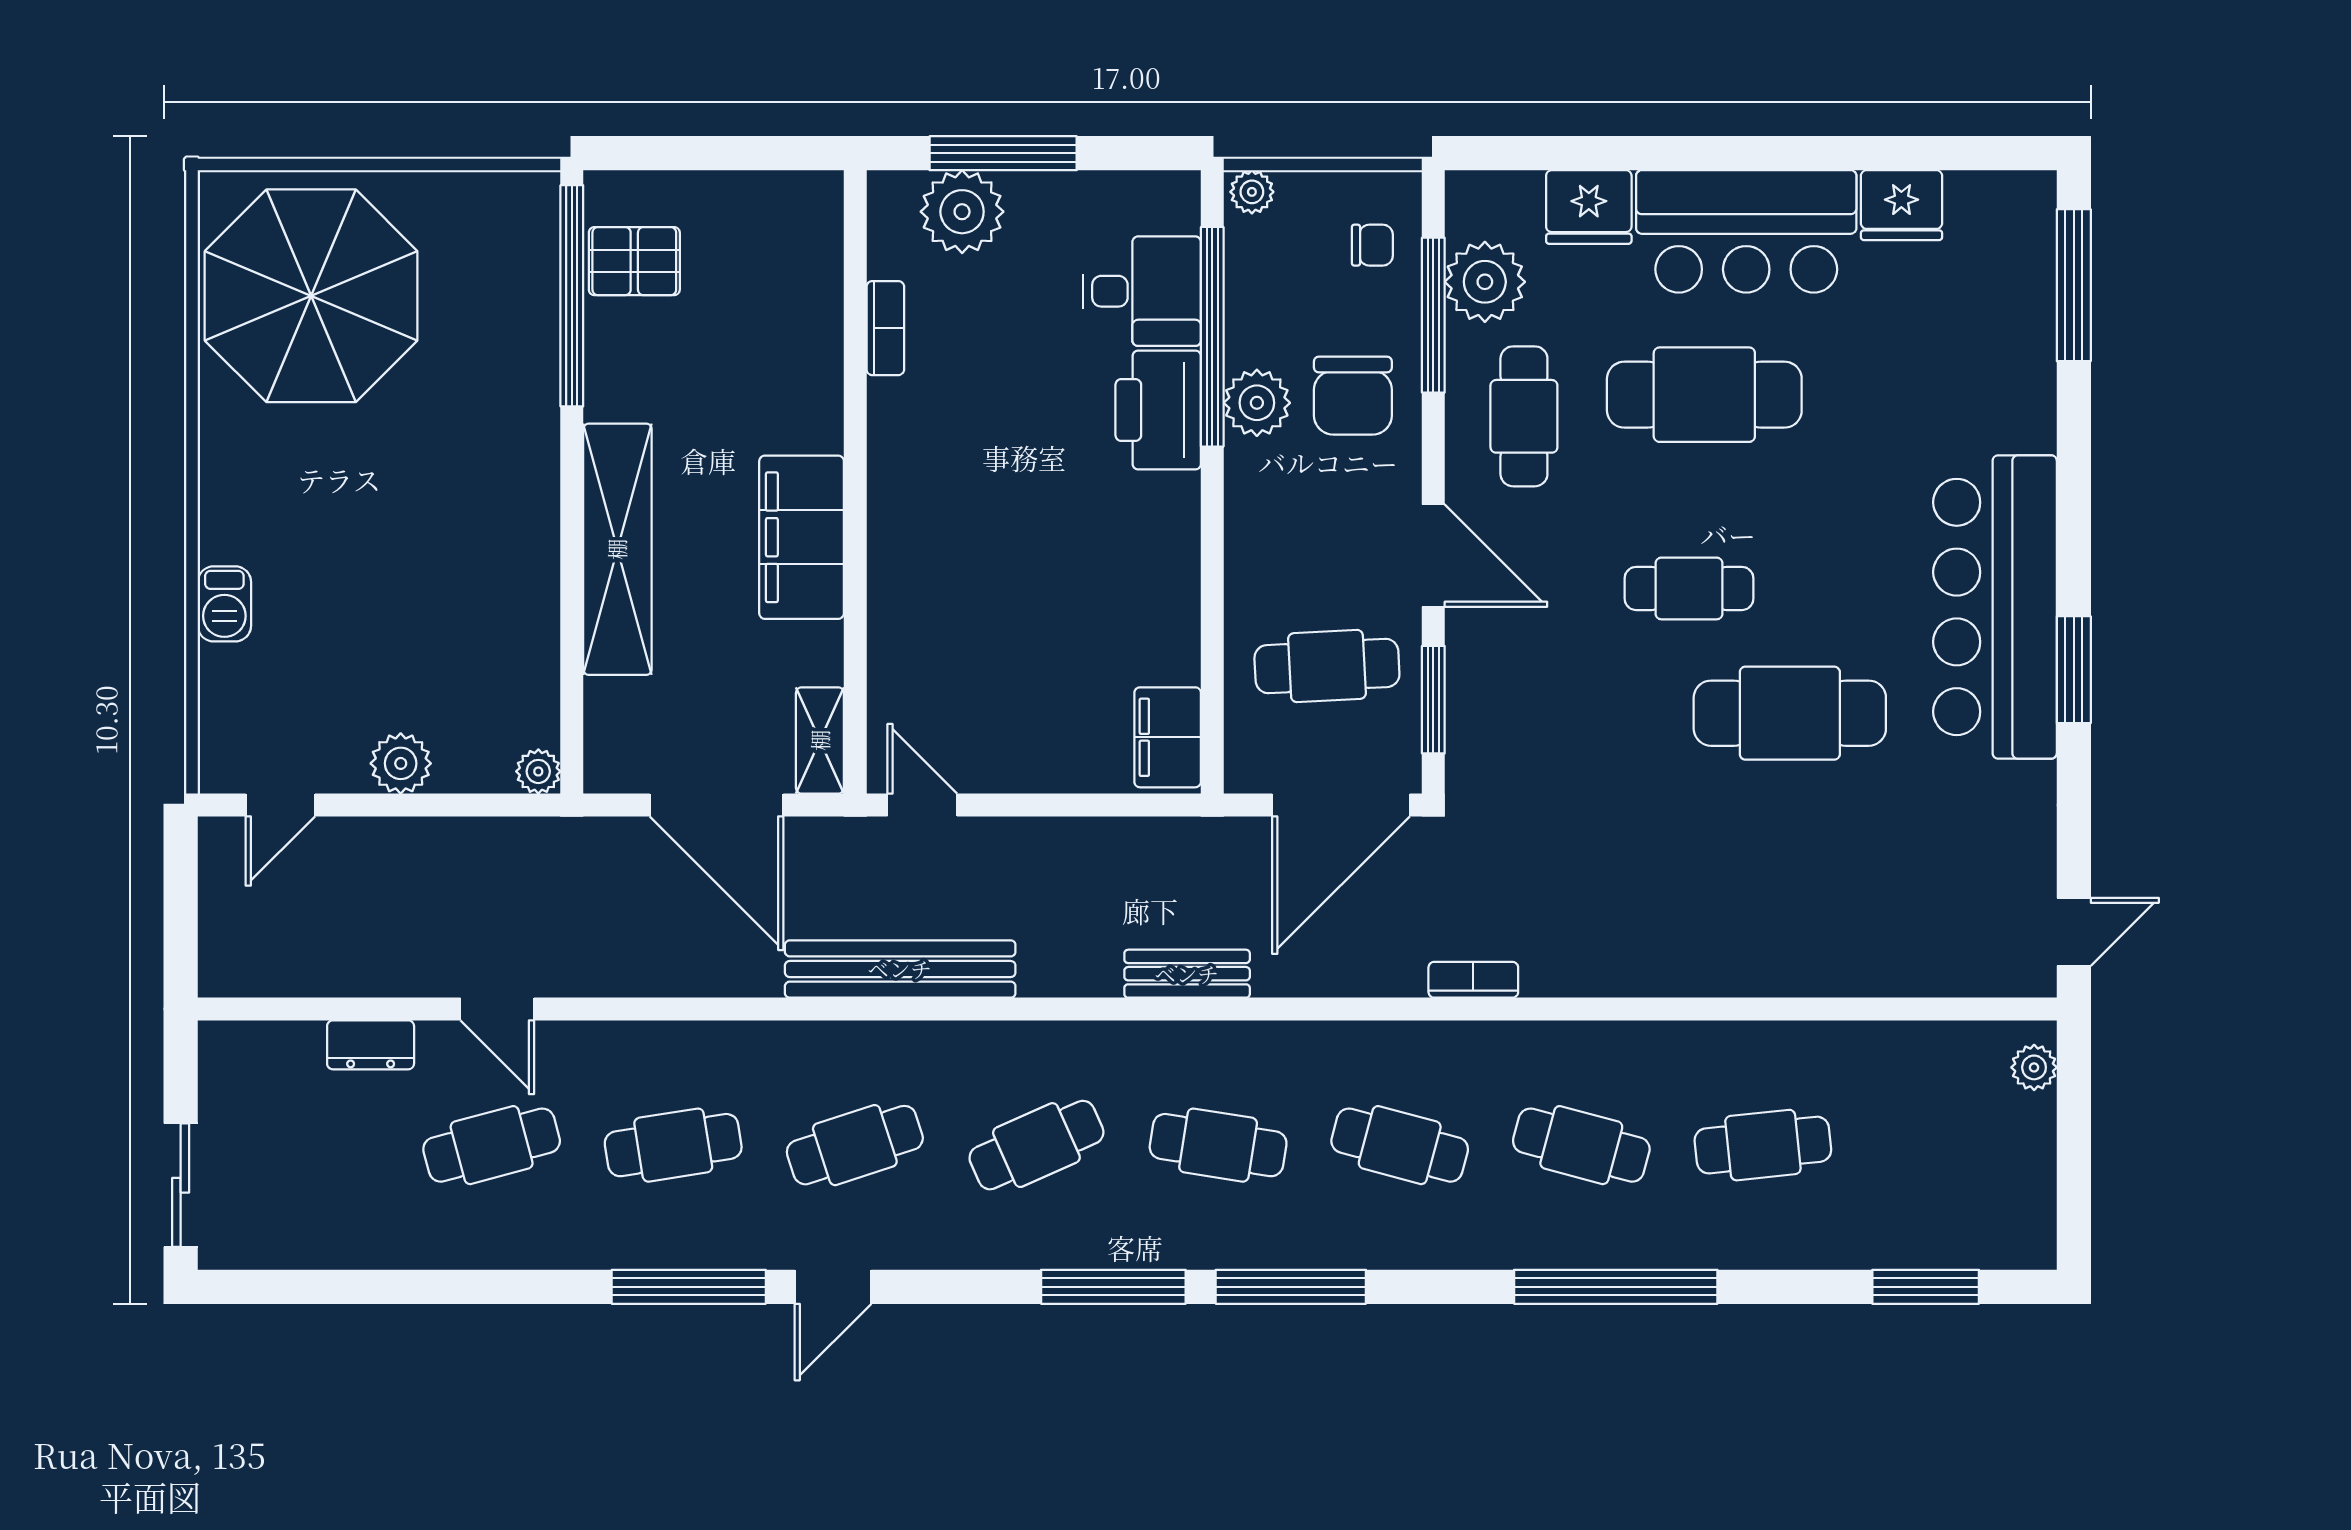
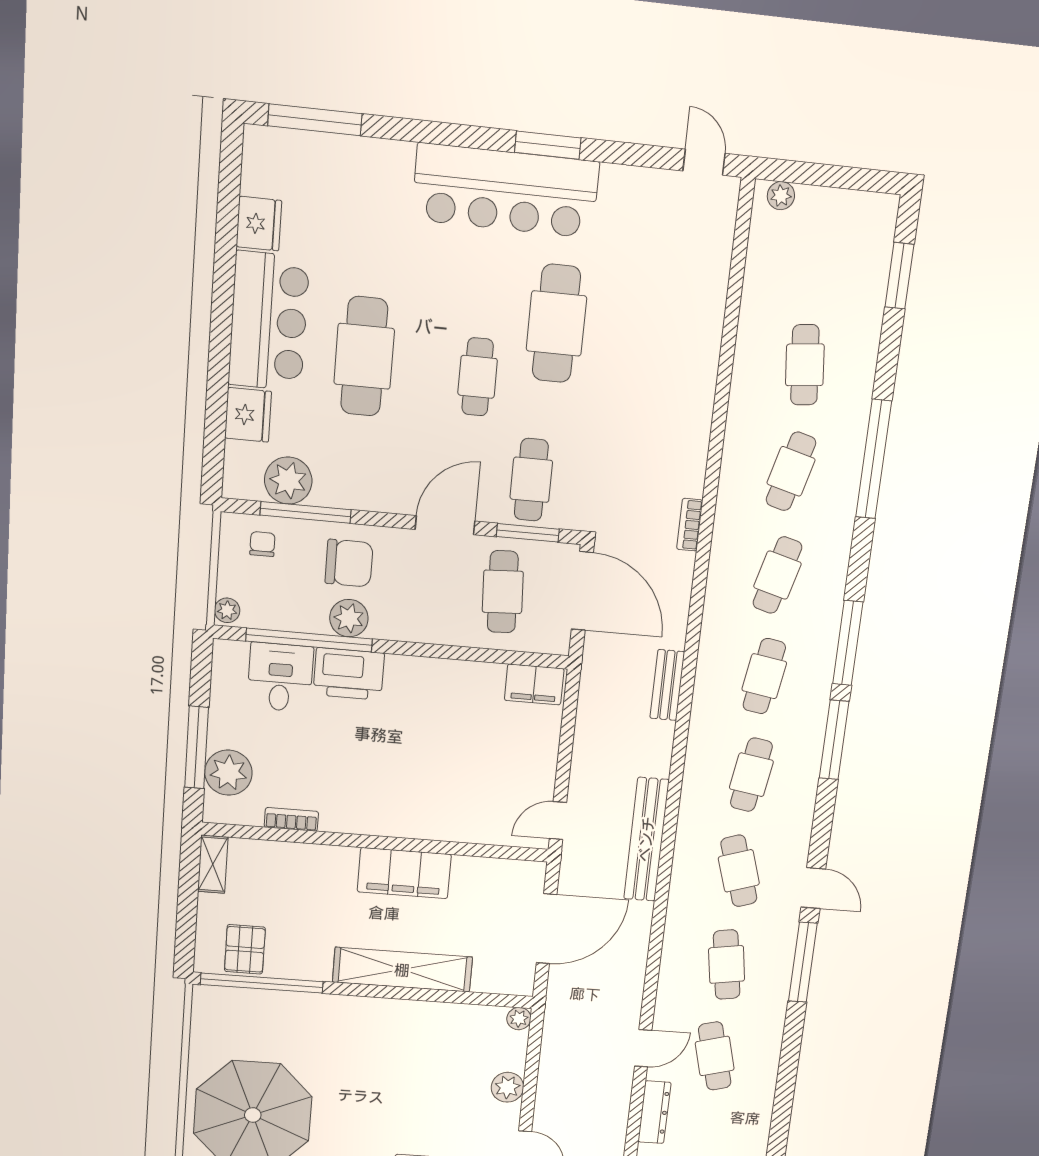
cafe table: (1524, 416) -> (531, 480), moved, turned 90
shelving: (820, 740) -> (213, 864), moved, turned 90
dresser: (371, 1045) -> (654, 1112), width x1.44
cafe table: (1036, 1145) -> (751, 775), turned 33

